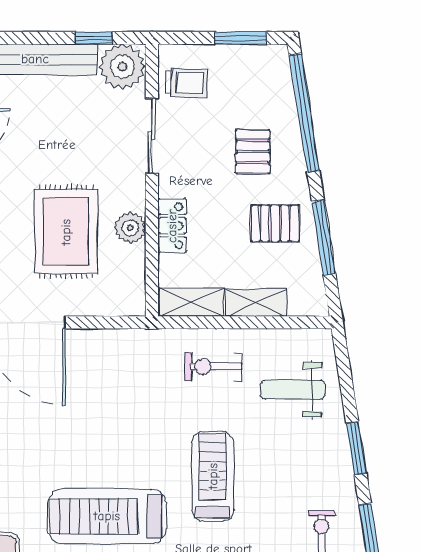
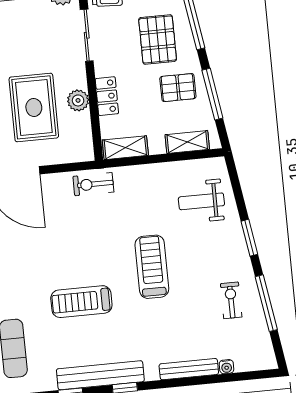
pallet: (253, 152) -> (158, 39), width x1.50, depth x1.42
shelving: (256, 303) -> (187, 142), moved
exercise bike: (213, 367) -> (93, 184), moved
treadmill: (107, 516) -> (81, 302), width x0.73, depth x0.73

